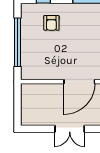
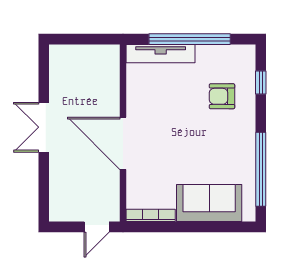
tv unit: (26, 59) -> (161, 54), added

